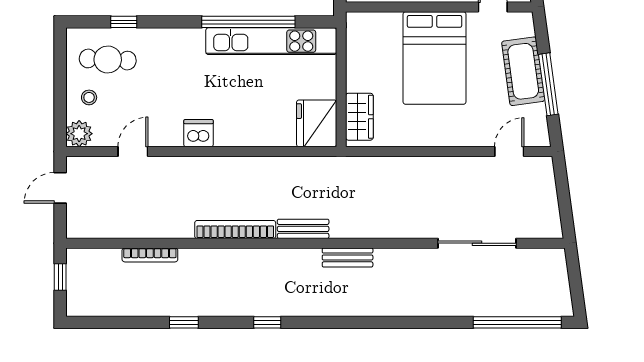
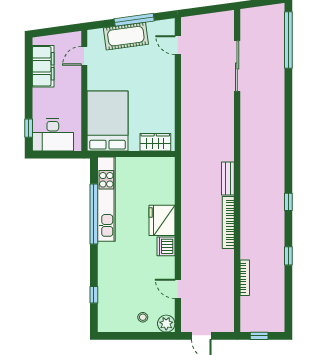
bed: (435, 58) -> (107, 121), moved, turned -90
cafe table: (108, 60) -> (118, 305), removed
fridge: (317, 123) -> (162, 220), moved, turned 90
bench: (348, 257) -> (246, 150), removed

